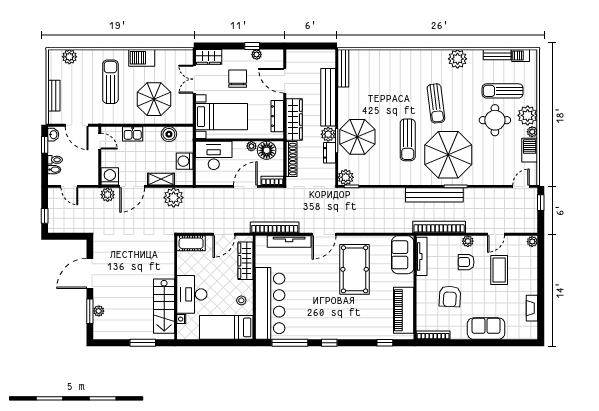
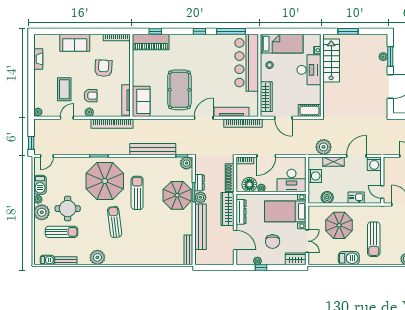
plant: (108, 195) -> (376, 149), removed
bench: (434, 195) -> (153, 149), moved
door: (224, 234) -> (283, 118), swing flipped
piano: (404, 310) -> (151, 42), moved, turned 90

